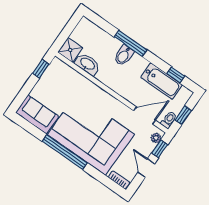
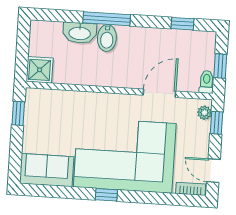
washbasin: (87, 64) -> (80, 33), moved, turned 180
bathtub: (162, 81) -> (170, 41), removed
door: (145, 115) -> (159, 93), moved
window: (65, 152) -> (106, 195), width x0.32
door: (146, 168) -> (213, 171), moved

